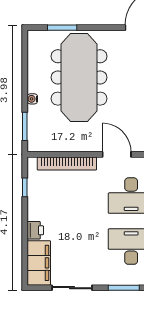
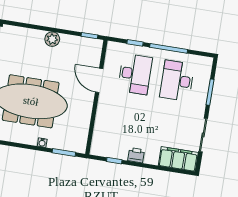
door: (117, 154) -> (99, 80), hinge flipped
bookcase: (67, 164) -> (100, 123), removed
printer: (35, 230) -> (136, 155), moved

